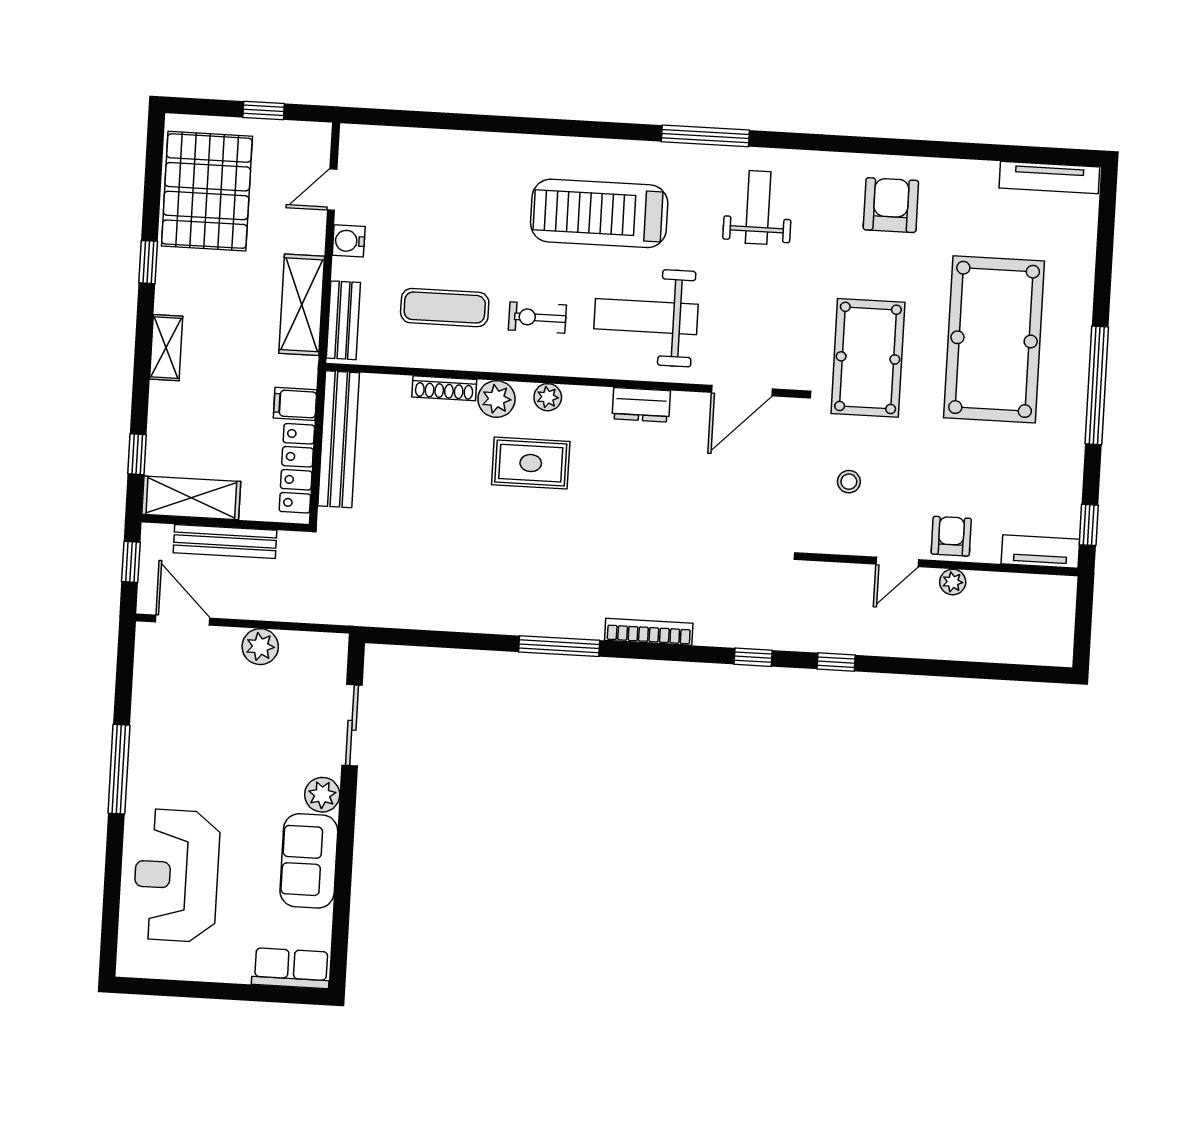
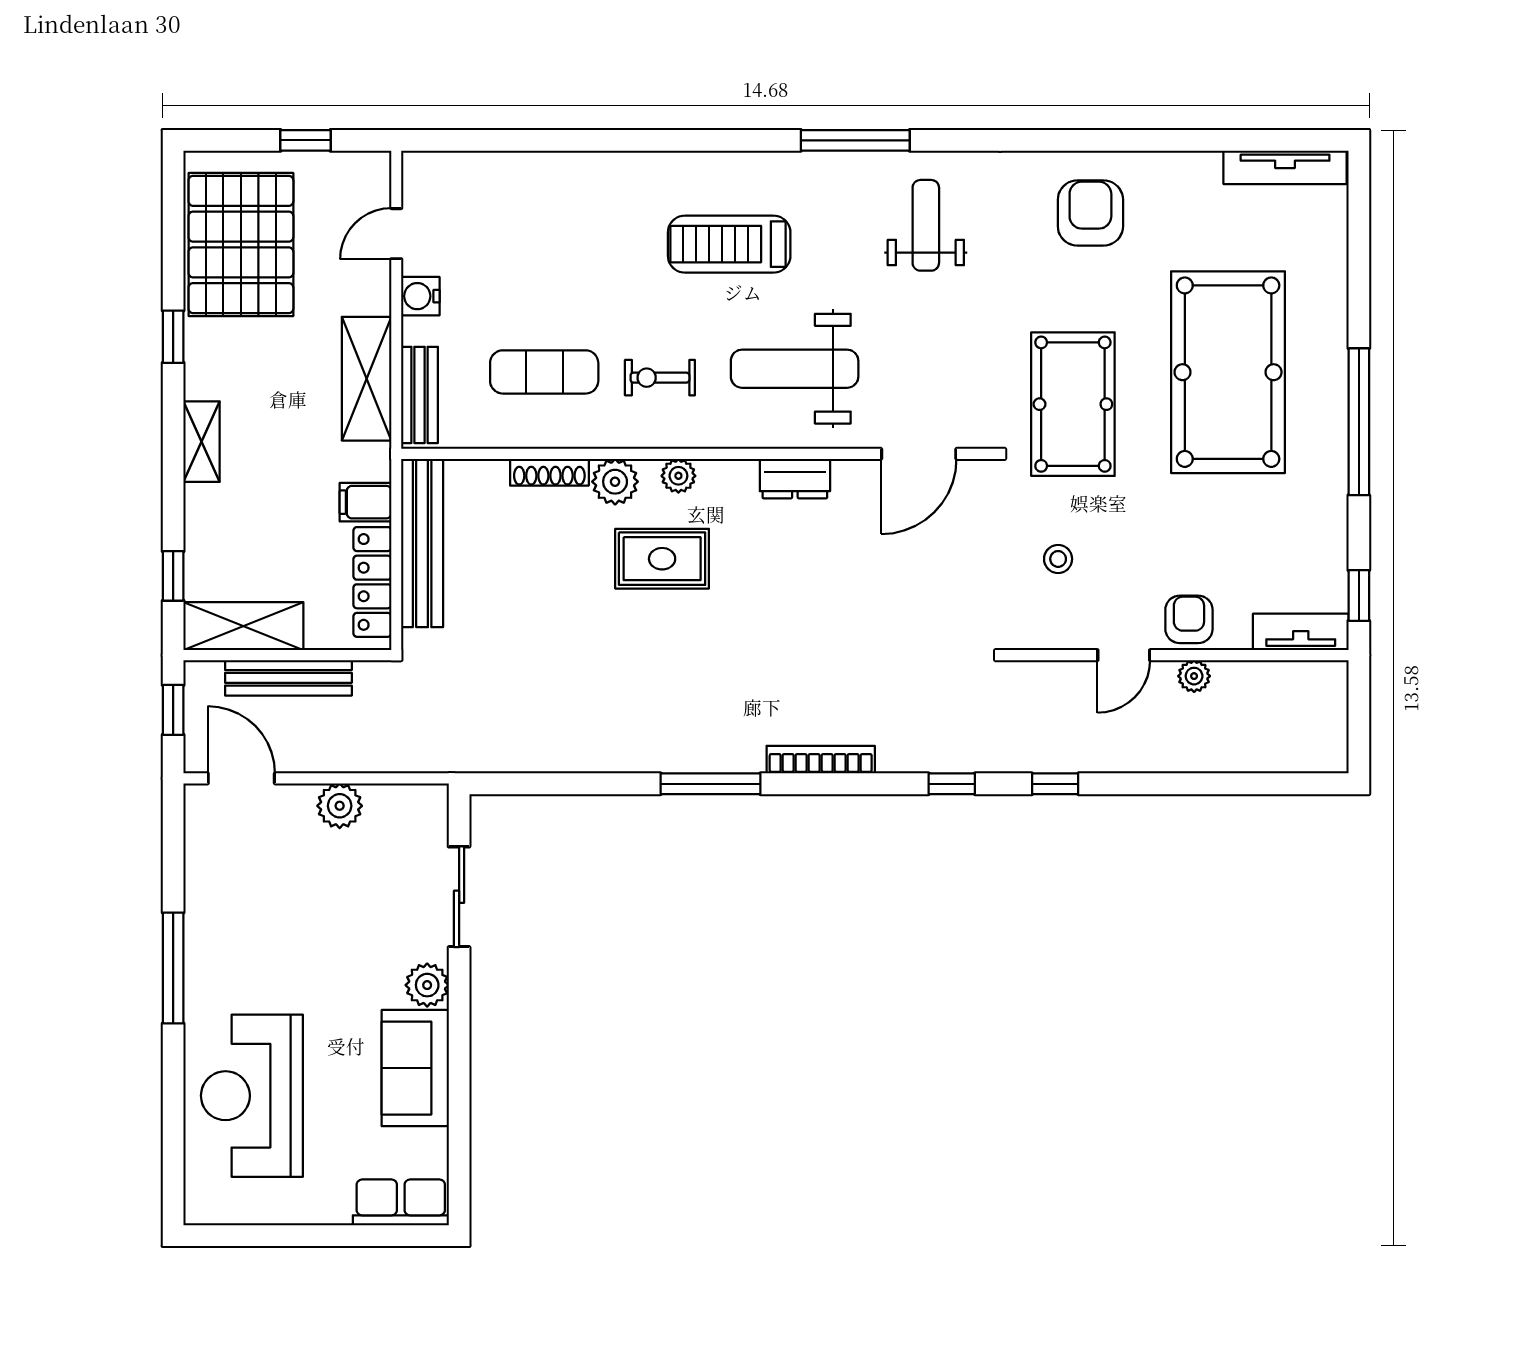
treadmill: (599, 213) -> (729, 244), width x0.73, depth x0.73

